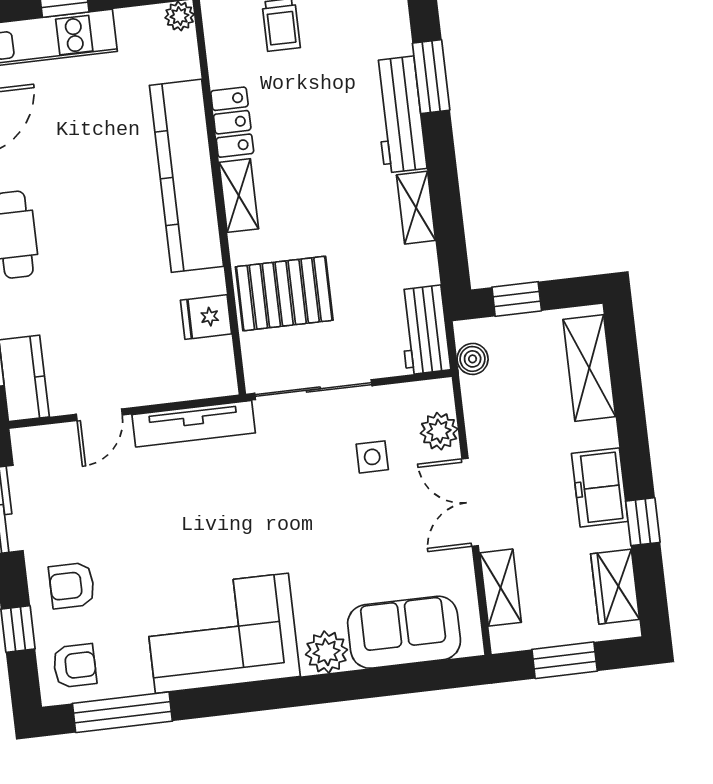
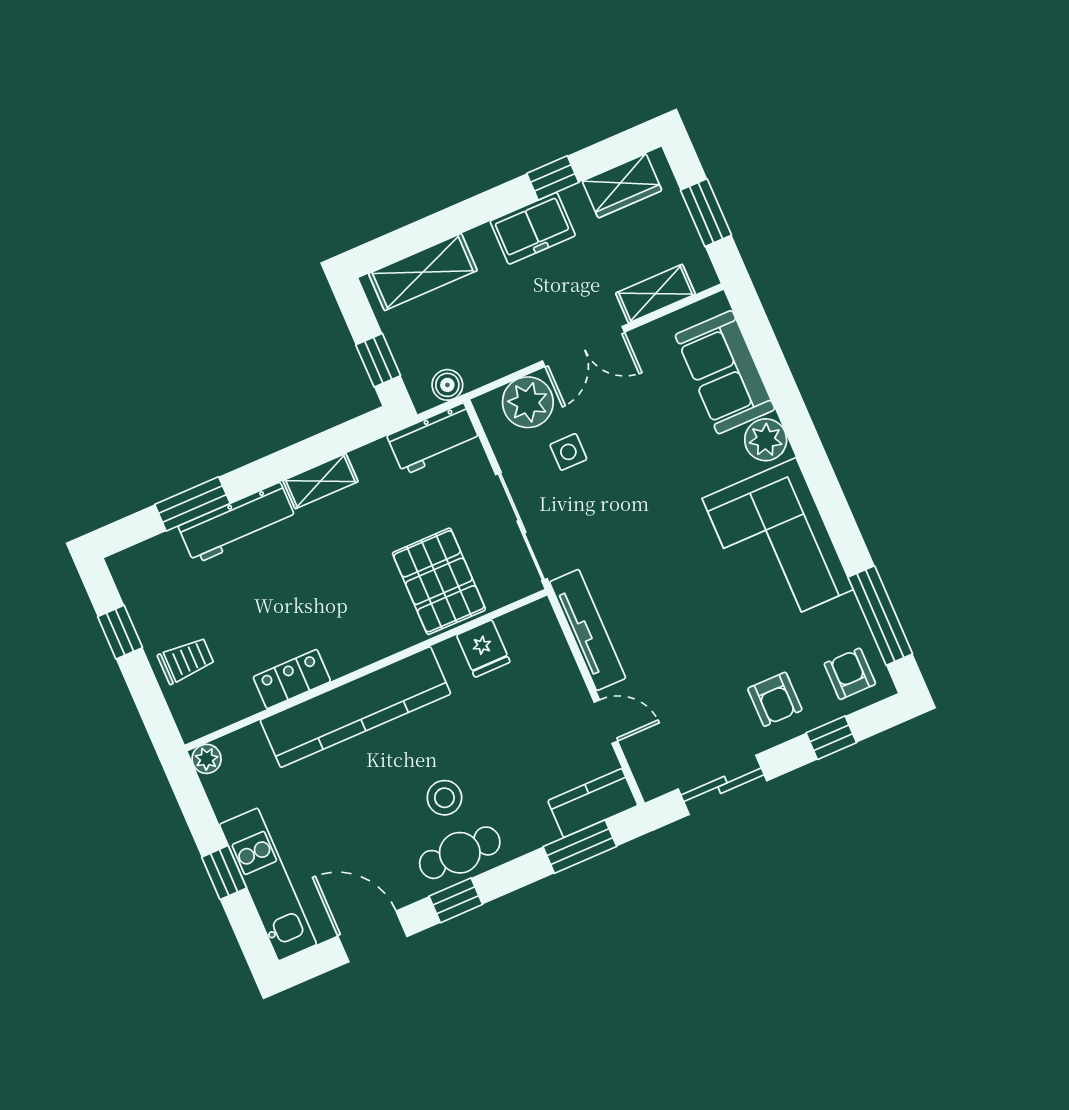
shelving: (239, 196) -> (359, 652), removed
stool: (72, 236) -> (444, 798), added
plant: (439, 431) -> (528, 402), width x1.36, depth x1.36

